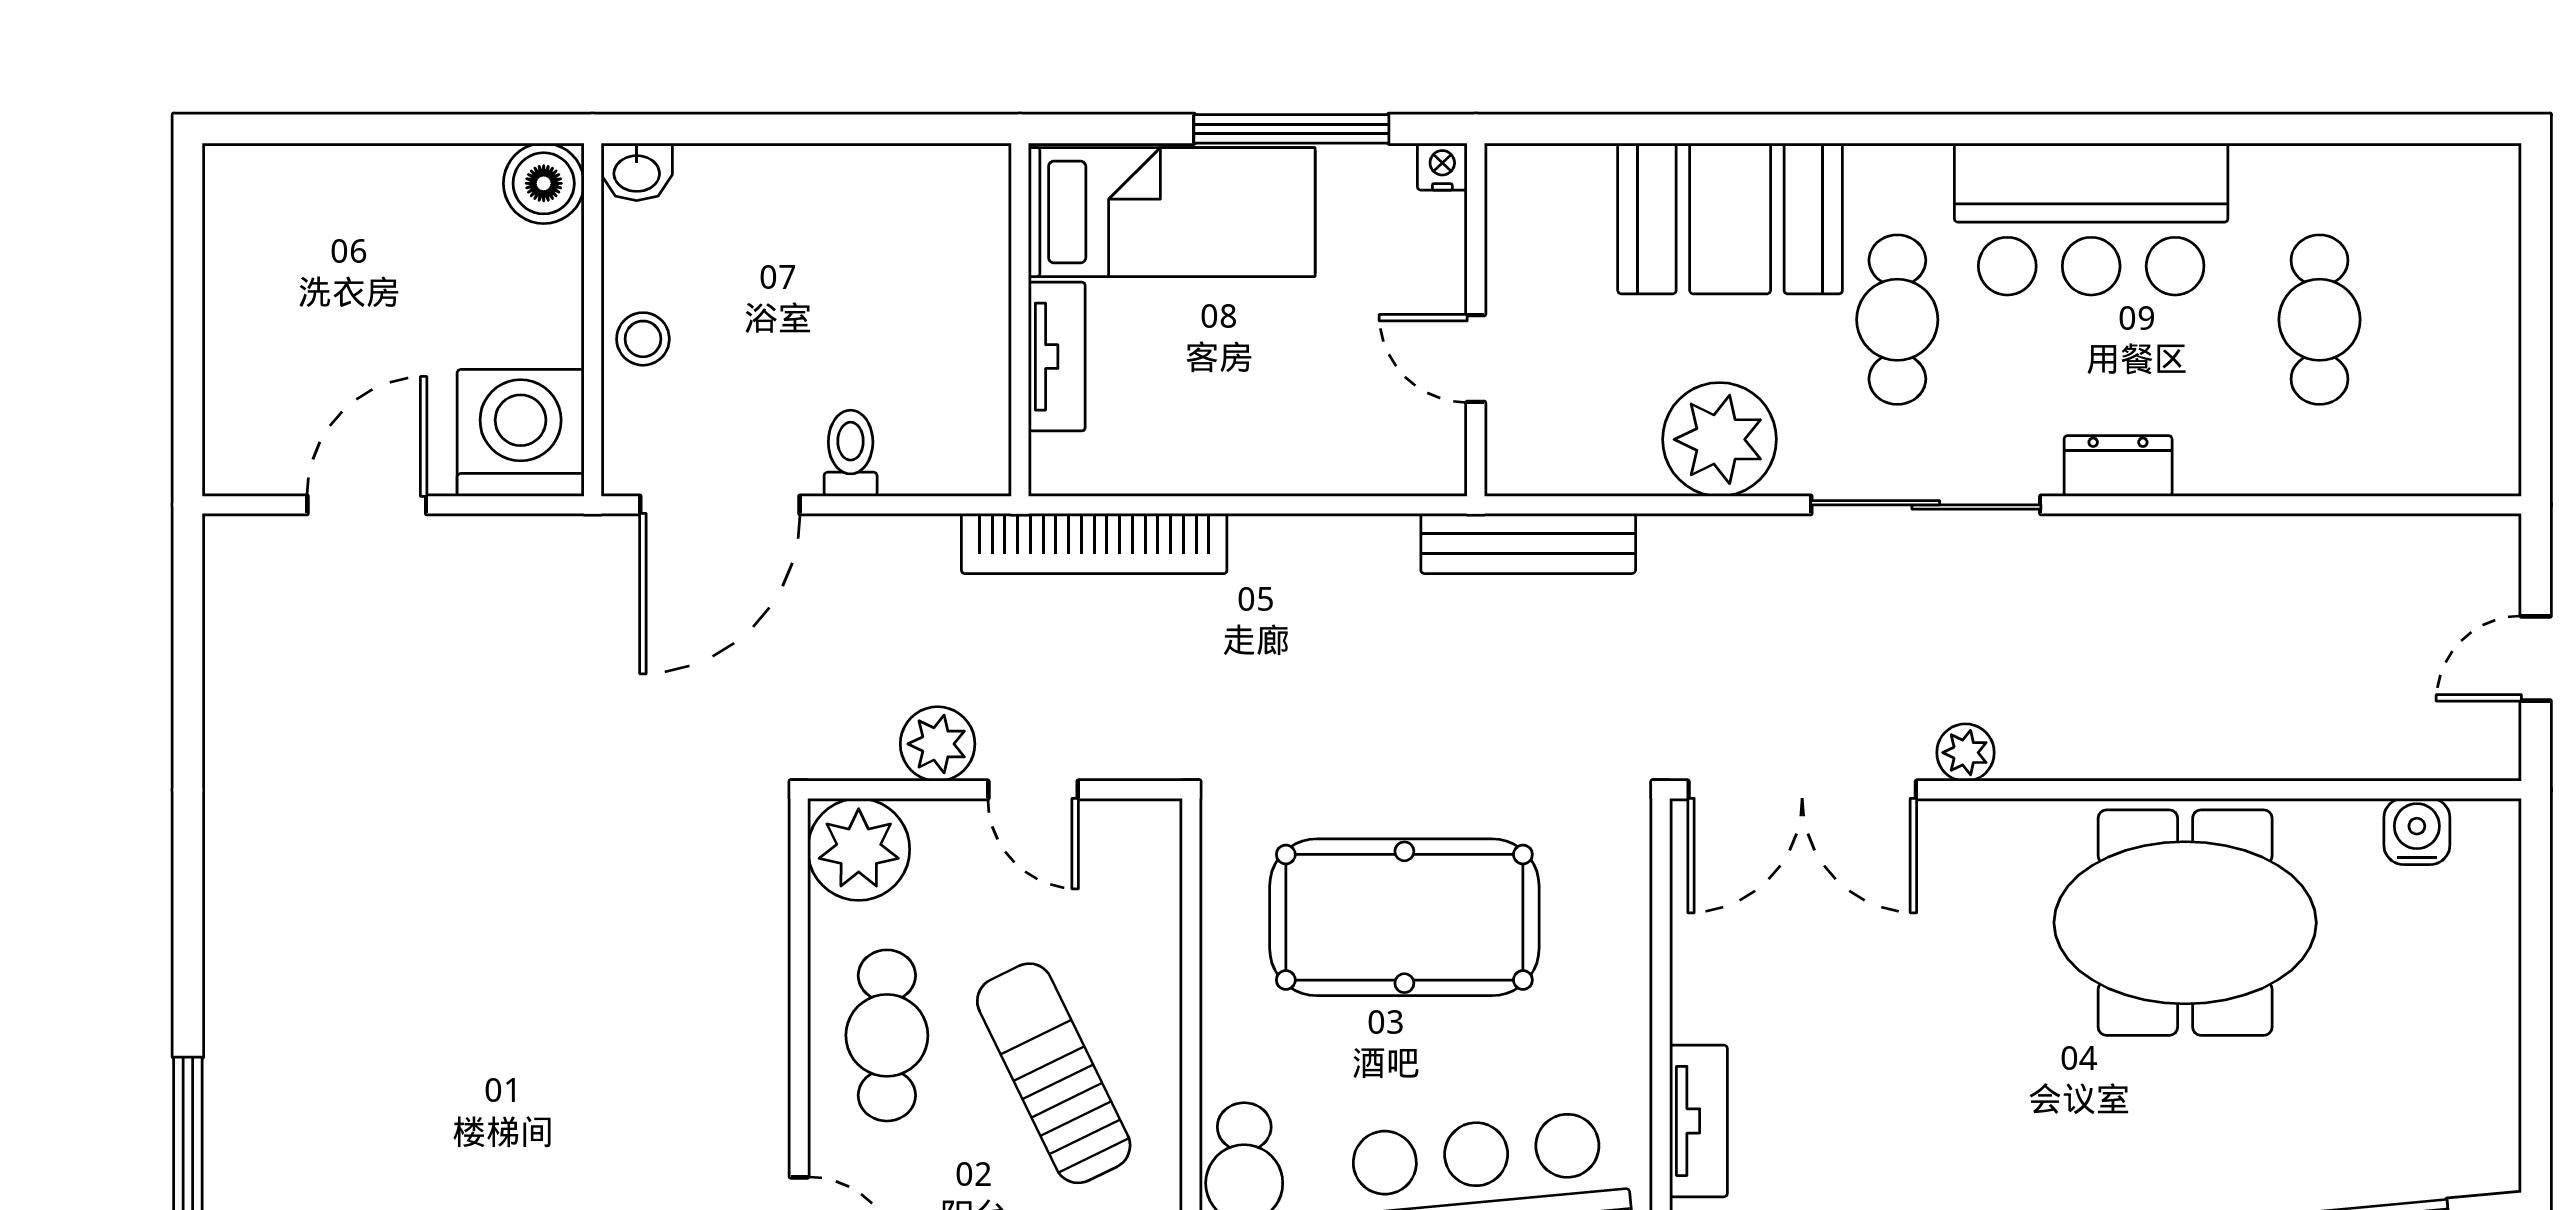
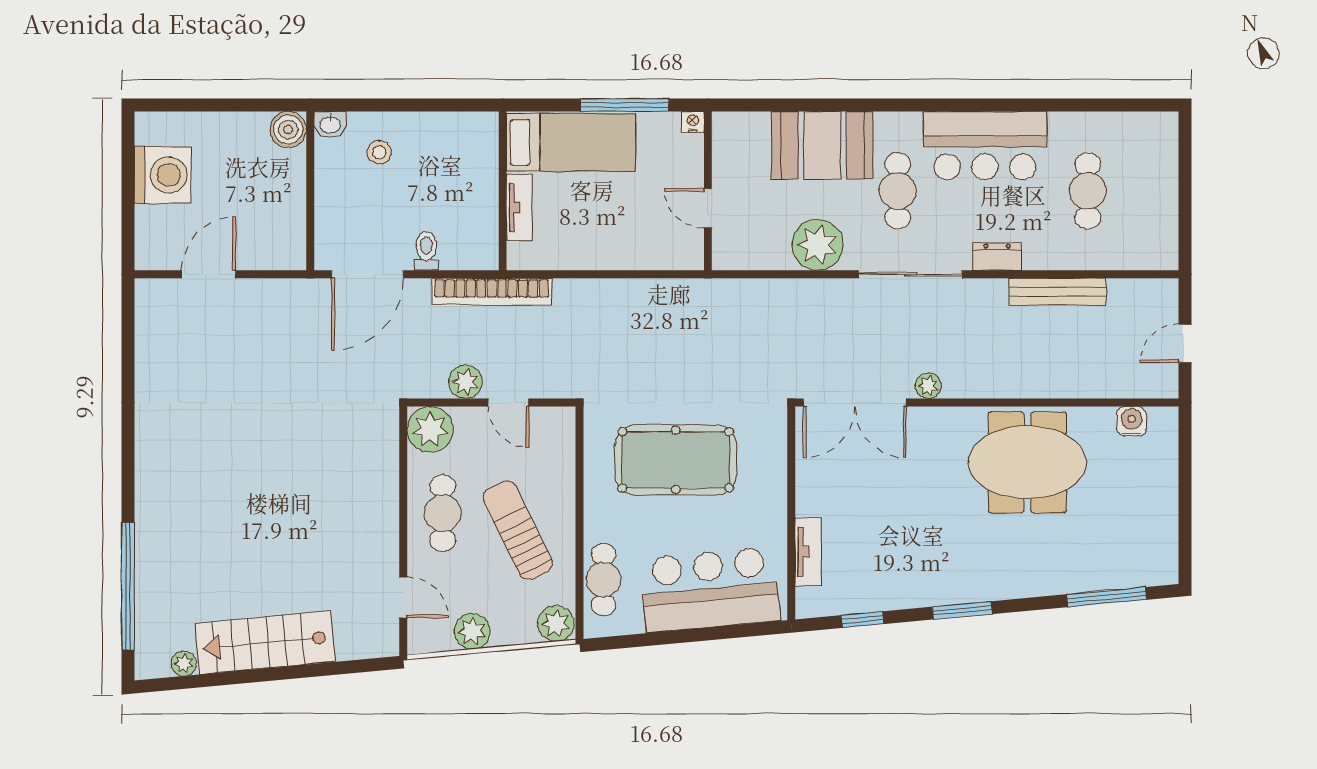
stool: (643, 339) -> (379, 152), moved
washing machine: (521, 433) -> (163, 175), moved, turned 90
bench: (1528, 543) -> (1057, 292), moved
bookcase: (1094, 544) -> (492, 292), moved

